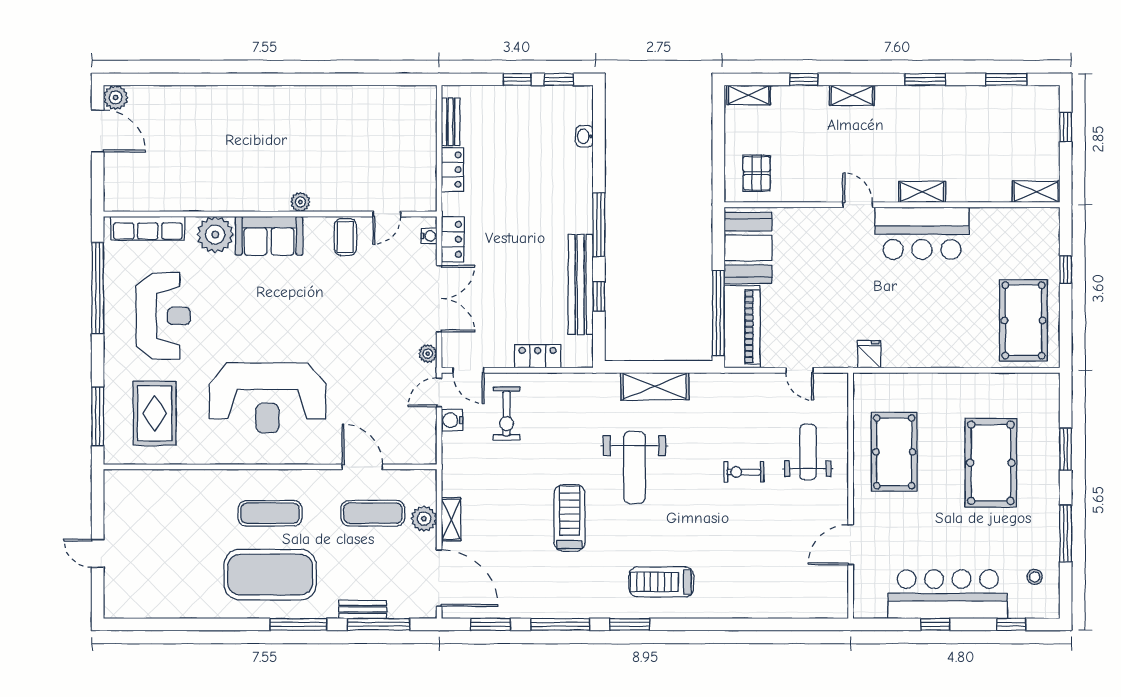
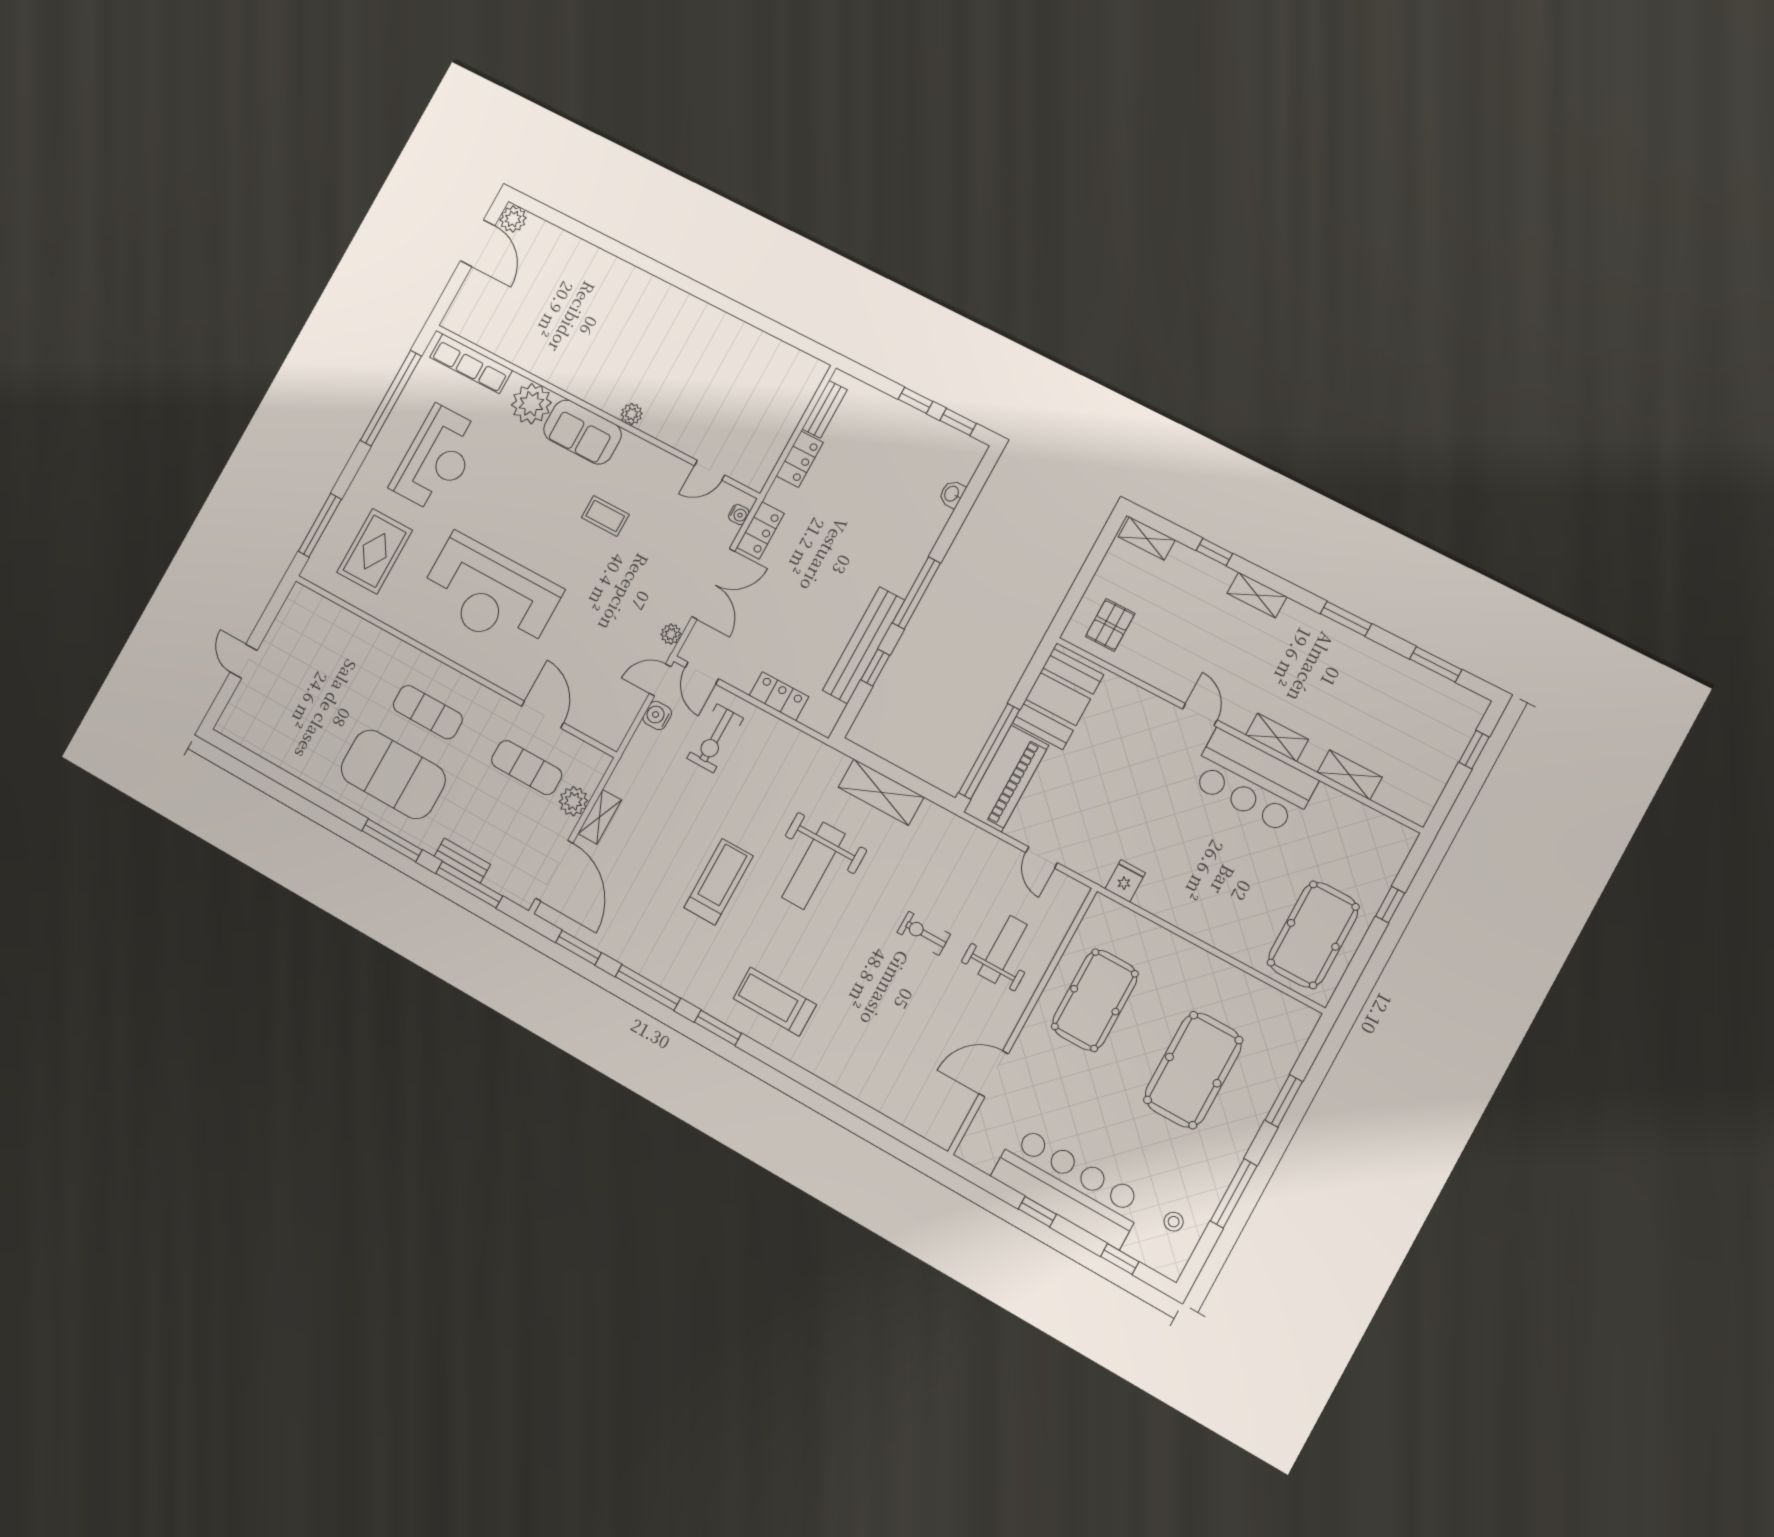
shelving: (1036, 192) -> (1350, 775), moved
coffee table: (345, 237) -> (605, 516), moved, turned 90

